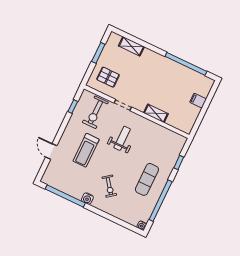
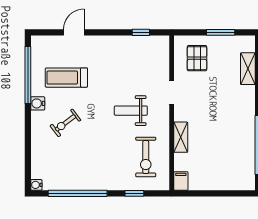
filing cabinet: (198, 101) -> (181, 181), moved
exercise bike: (95, 112) -> (146, 157), moved, turned -90
weight bench: (122, 138) -> (131, 111), turned 180
treadmill: (86, 150) -> (66, 78), moved
exercise mat: (147, 179) -> (95, 165), removed

